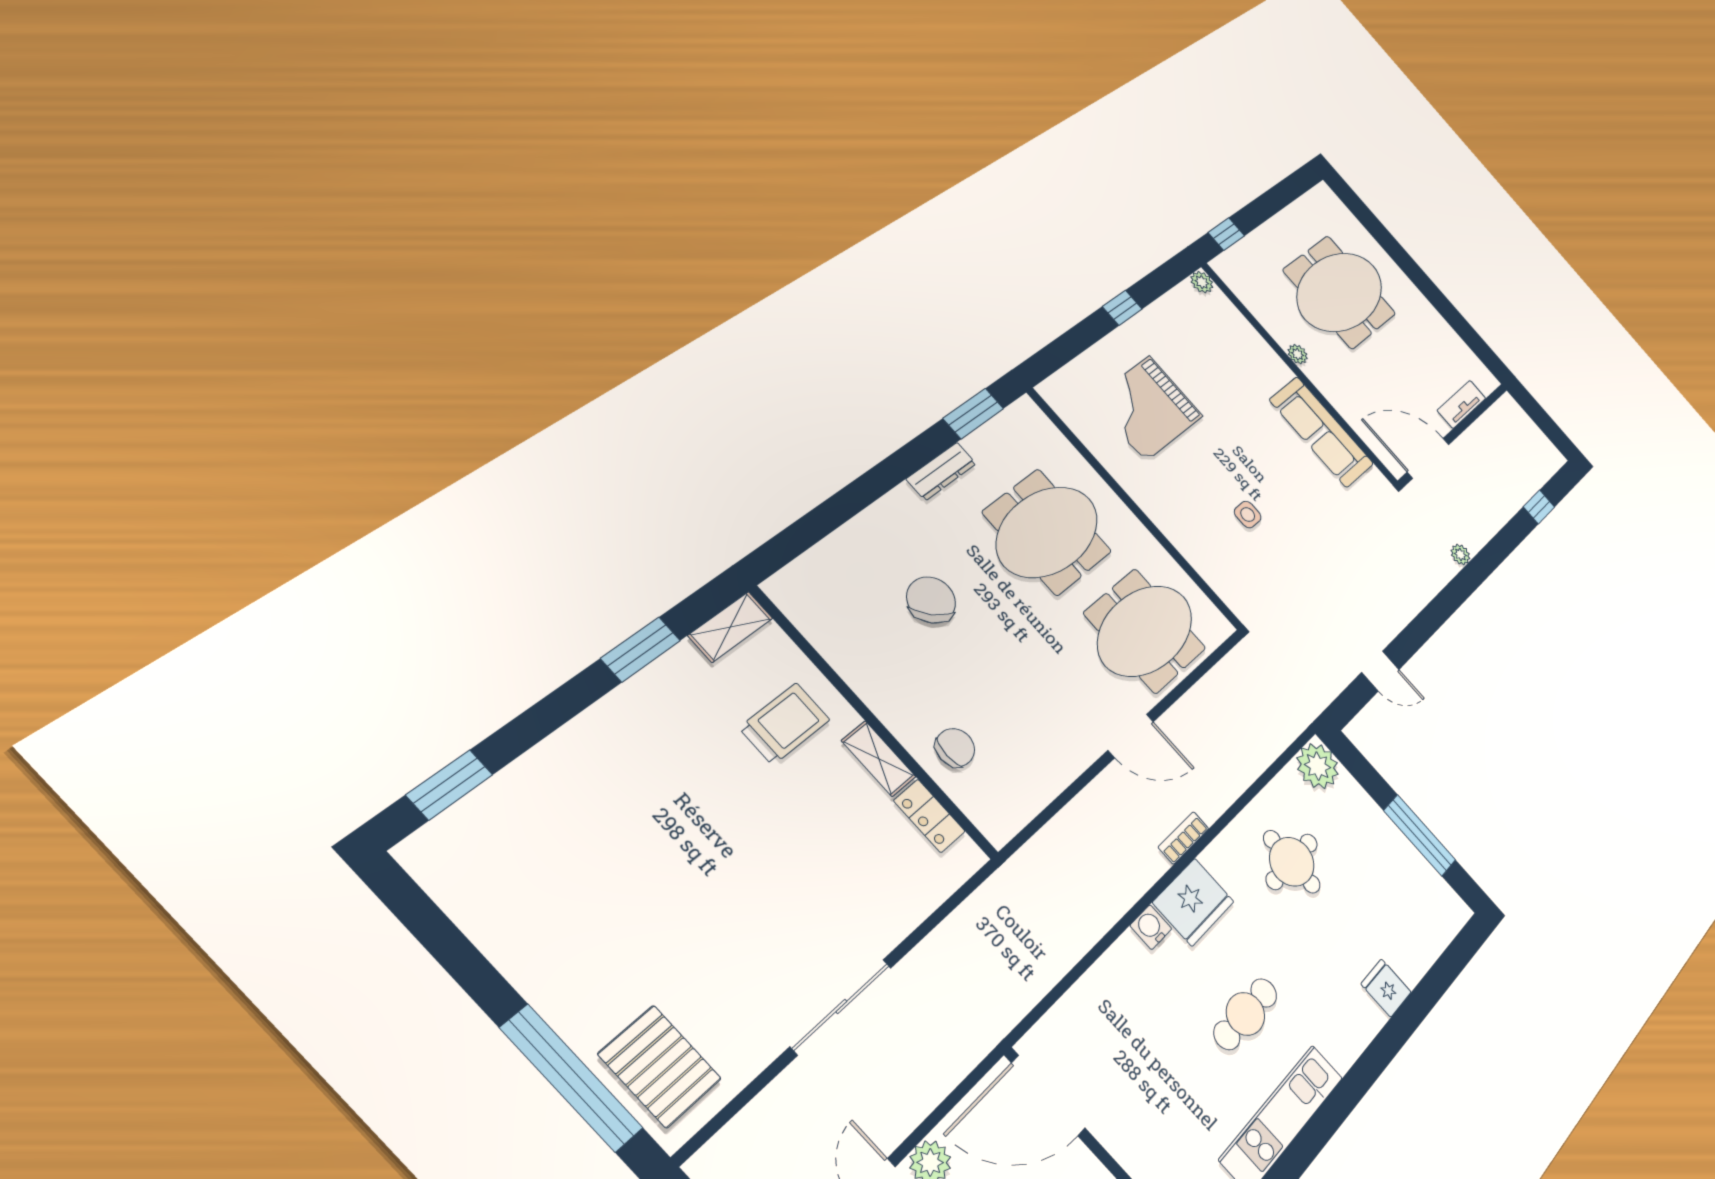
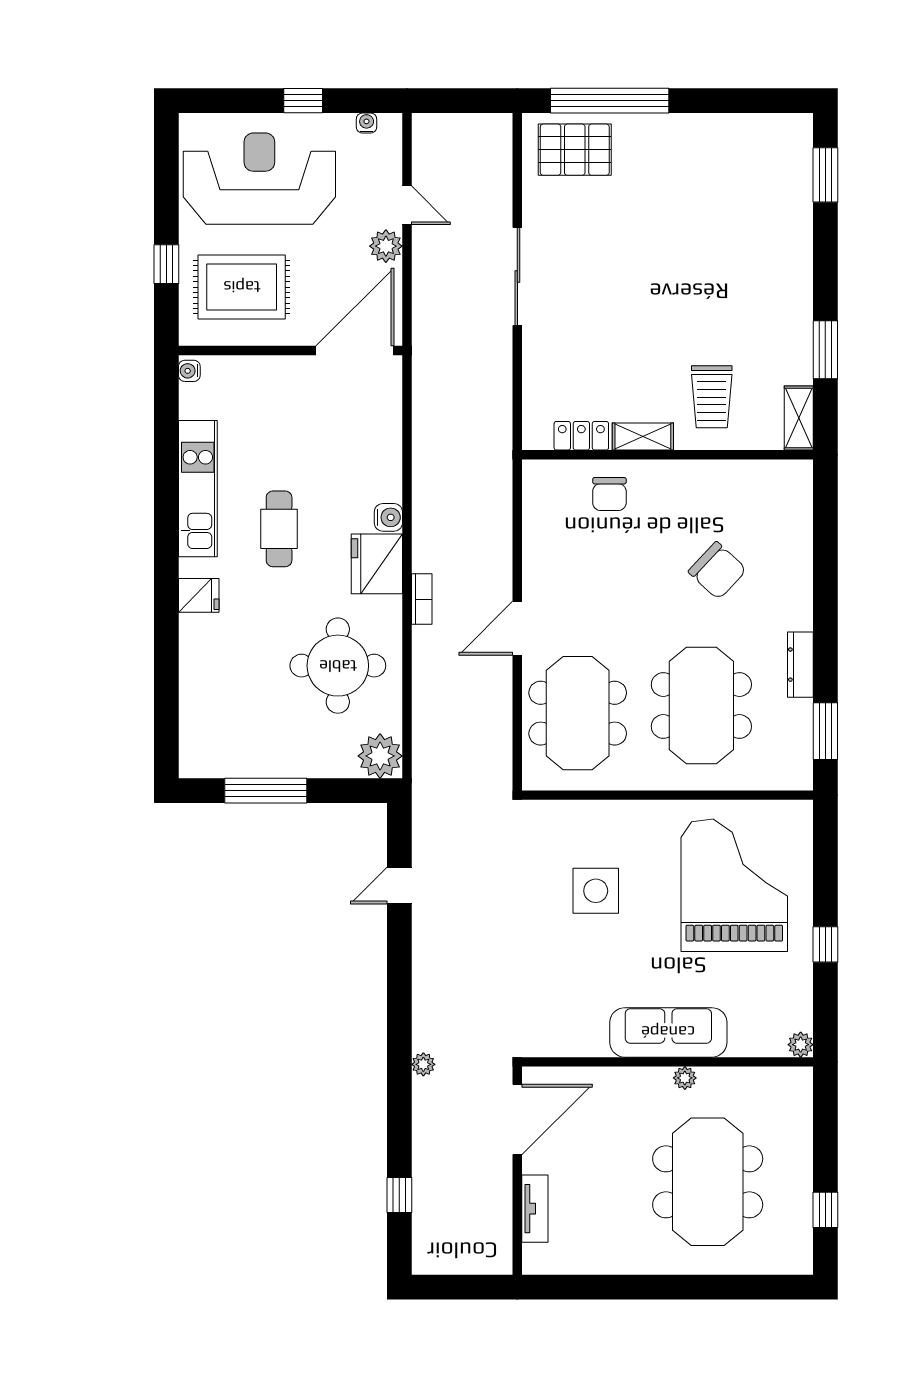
window: (1226, 234) -> (825, 1210), moved
grand piano: (1147, 408) -> (734, 885), width x1.37, depth x1.48
sofa: (1322, 432) -> (668, 1032), moved
side table: (1248, 515) -> (596, 891), width x1.87, depth x1.87
round table: (1292, 862) -> (338, 666), width x1.36, depth x1.36
fridge: (1386, 988) -> (199, 595), moved

